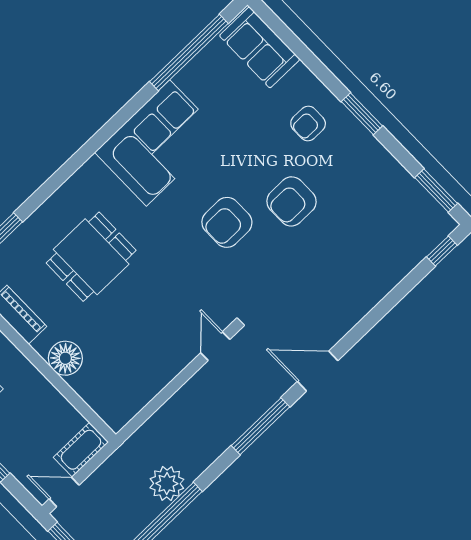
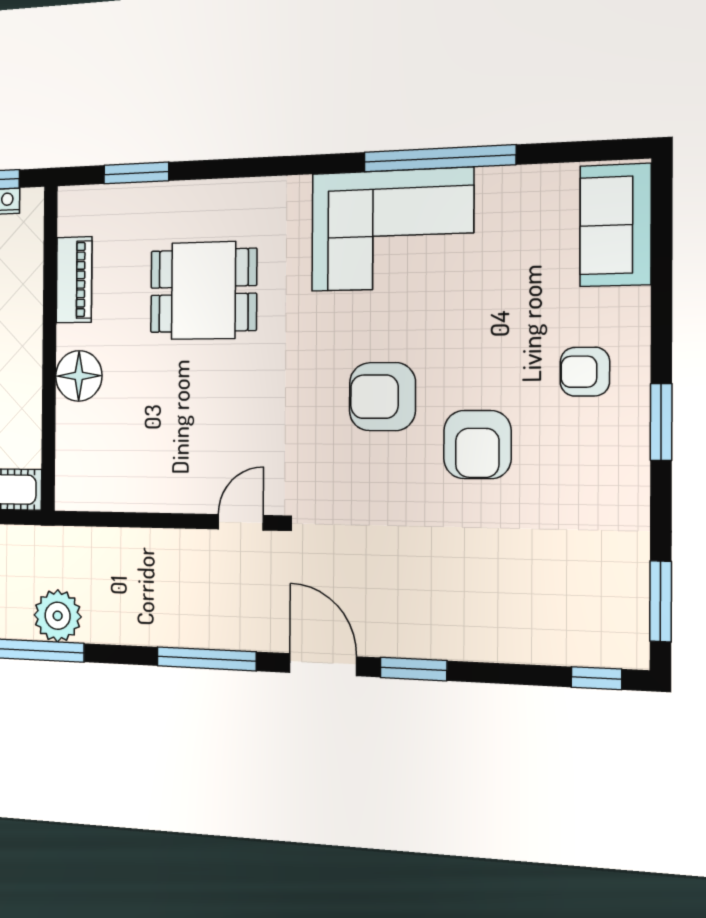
window: (189, 52) -> (439, 158), moved
armchair: (292, 201) -> (477, 445), turned -90
window: (360, 330) -> (413, 669), added

